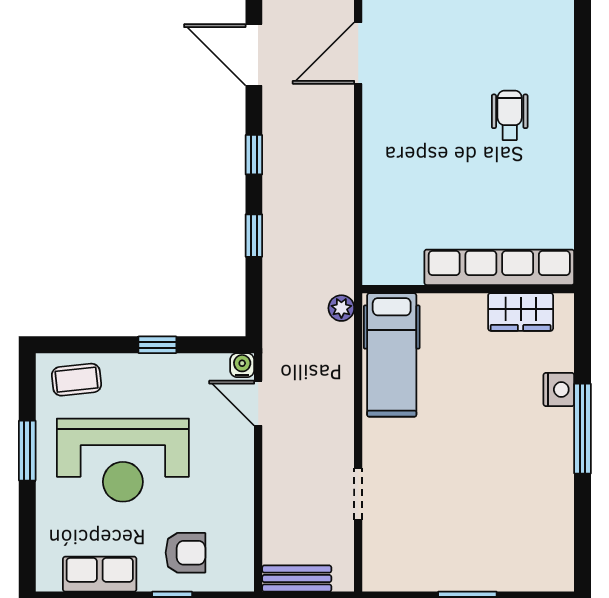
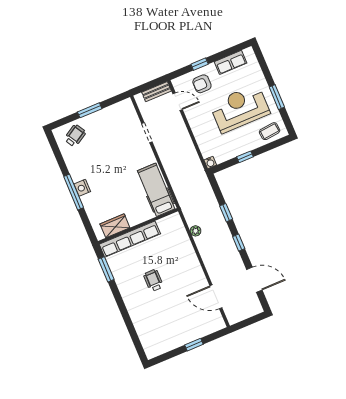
door: (358, 53) -> (216, 297), swing flipped
wheelchair: (510, 115) -> (153, 280), moved, turned 180
window: (583, 221) -> (106, 269), added
plant: (341, 308) -> (196, 231), moved
nightstand: (559, 389) -> (82, 188), moved
door: (258, 403) -> (178, 102), moved
wheelchair: (525, 556) -> (75, 136), added

